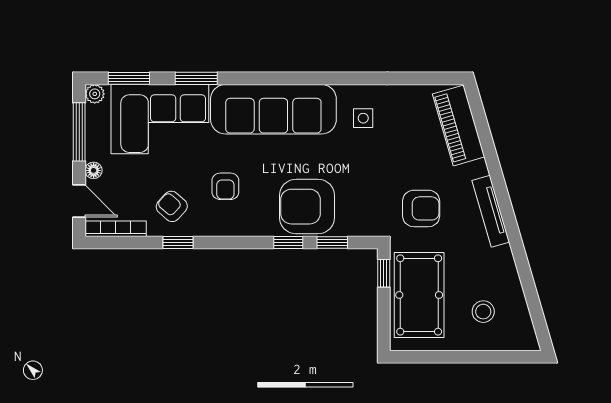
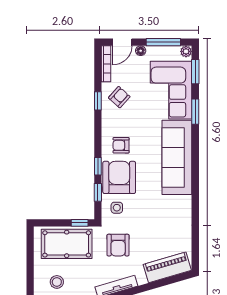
side table: (363, 118) -> (117, 208), moved
armchair: (225, 186) -> (121, 145), moved

